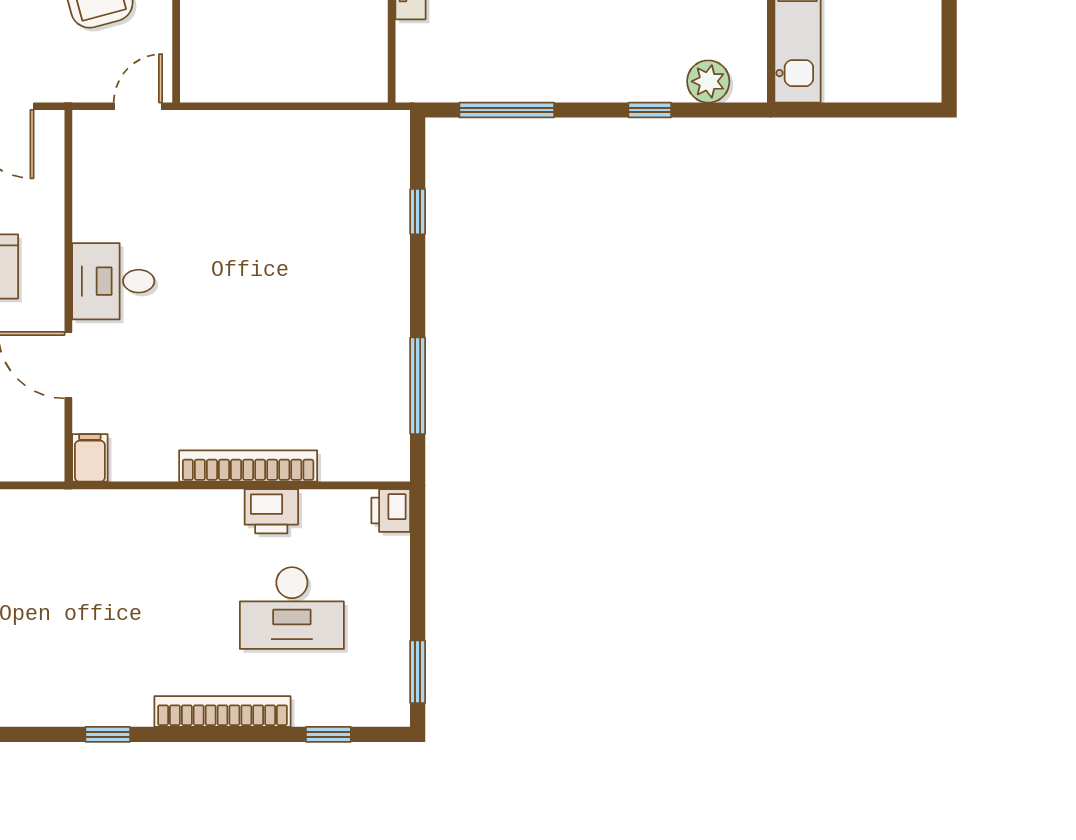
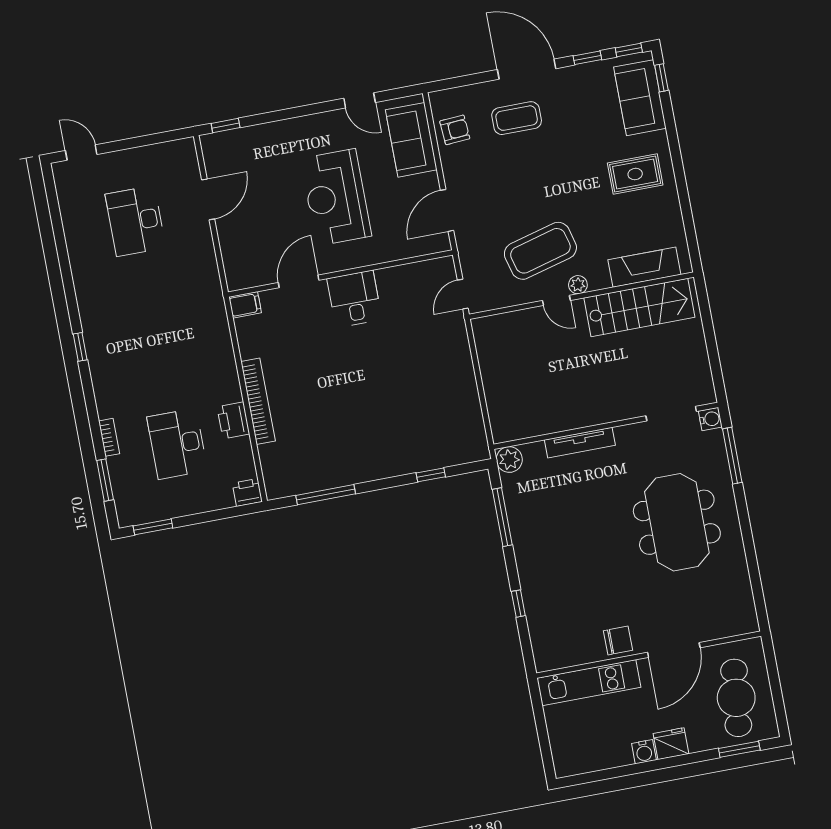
plant: (708, 81) -> (509, 459), moved
door: (138, 106) -> (463, 294), swing flipped
bookcase: (222, 711) -> (109, 437), width x0.43, depth x0.76
window: (328, 734) -> (105, 480), width x1.50

